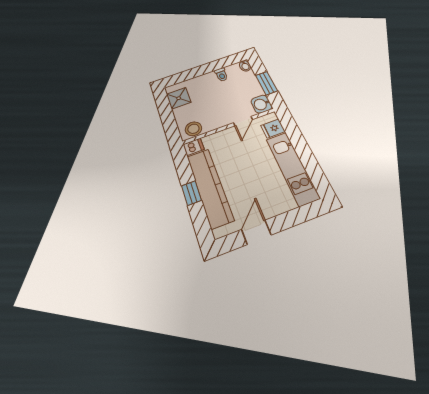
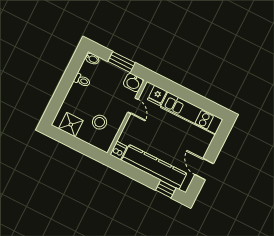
stool: (193, 129) -> (100, 122), moved
window: (191, 193) -> (166, 189), moved

